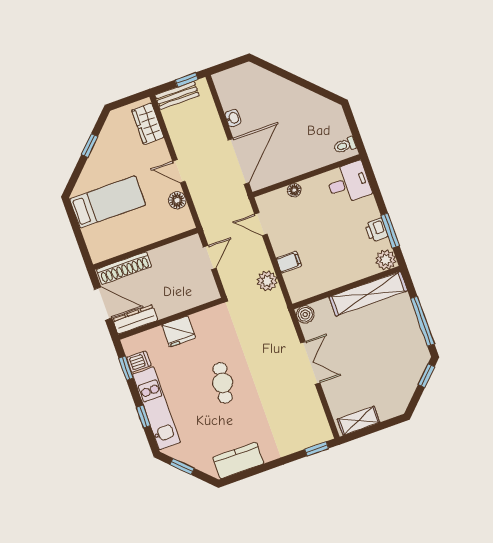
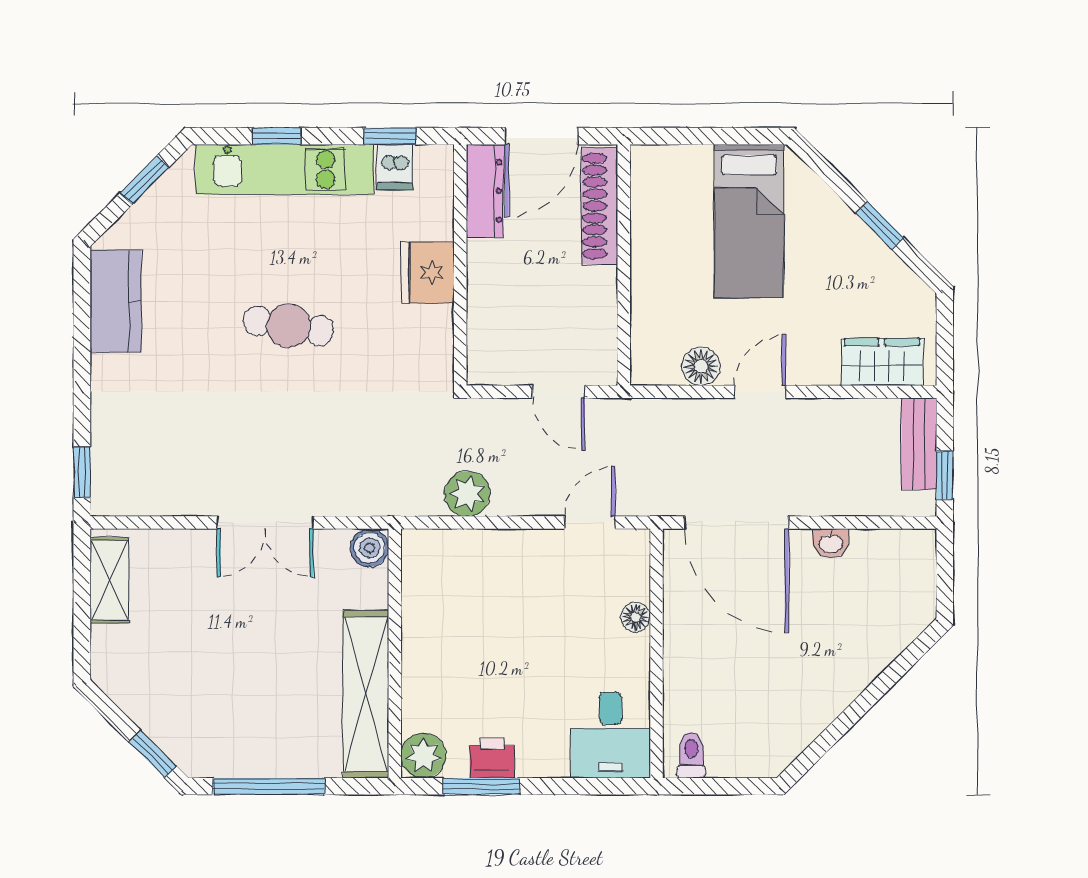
filing cabinet: (289, 262) -> (490, 553), removed

